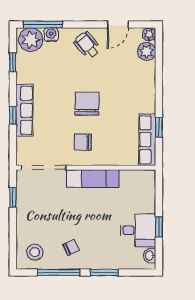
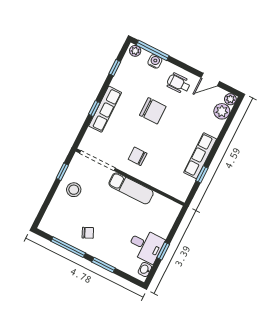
plant: (31, 40) -> (135, 51), width x0.53, depth x0.53
wheelchair: (87, 45) -> (179, 83), turned -50
chair: (87, 104) -> (153, 111), moved, turned 90
row of seats: (147, 140) -> (200, 156), moved
stool: (35, 252) -> (74, 190), moved

